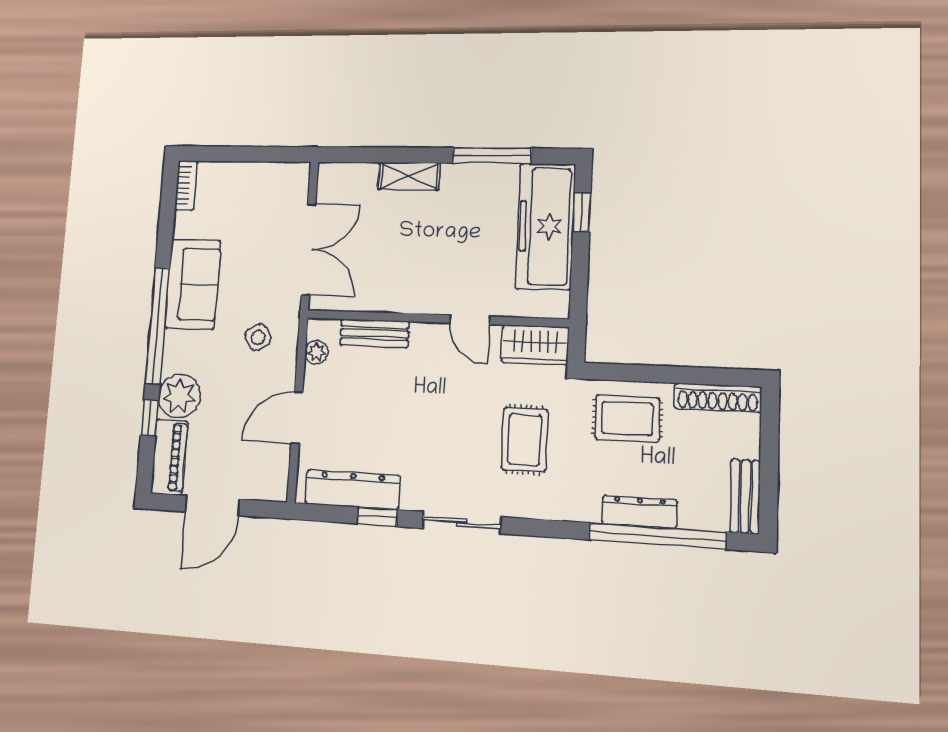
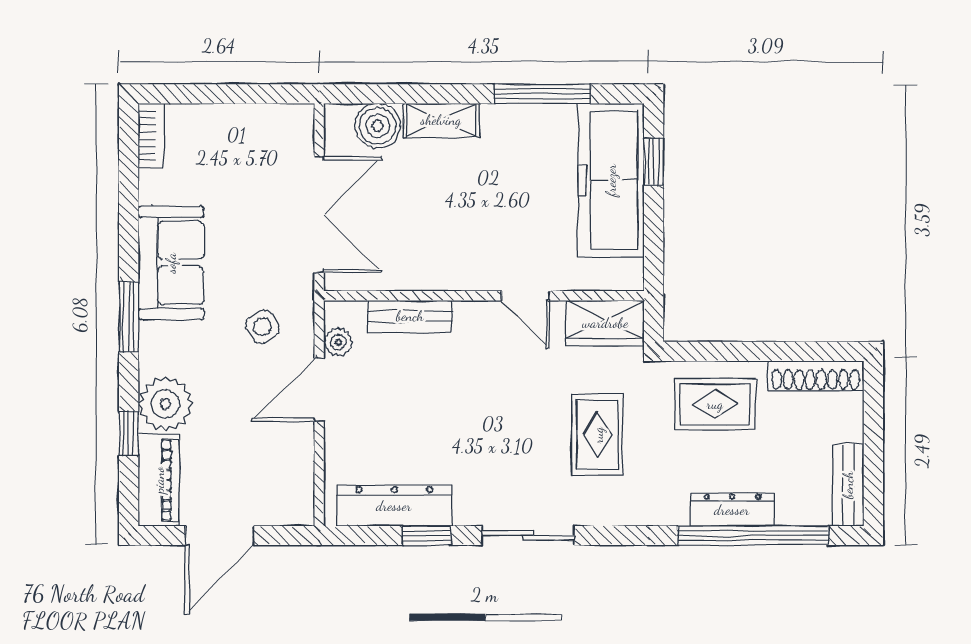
boiler: (359, 180) -> (378, 126), added
window: (158, 326) -> (129, 317), width x0.47
door: (297, 418) -> (319, 390), moved

